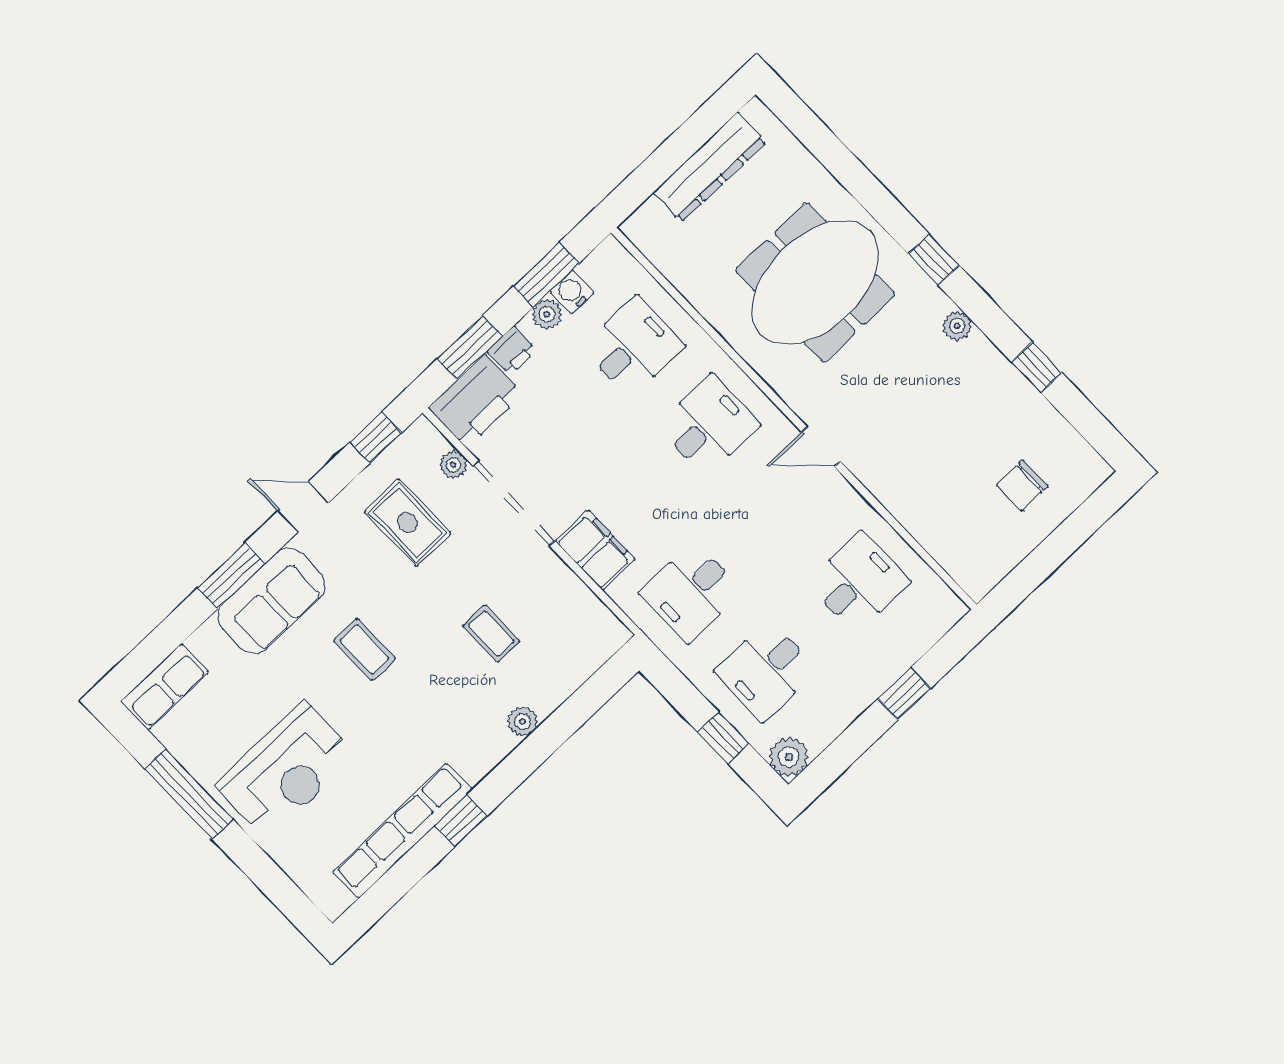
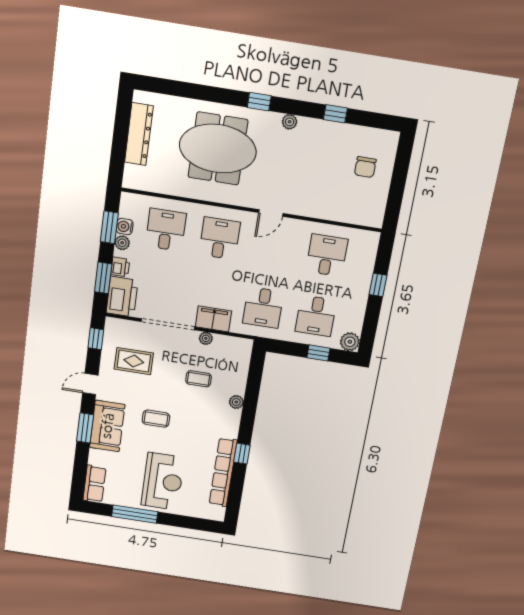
meeting table: (815, 282) -> (218, 149), turned 90
plant: (453, 465) -> (206, 338), moved

